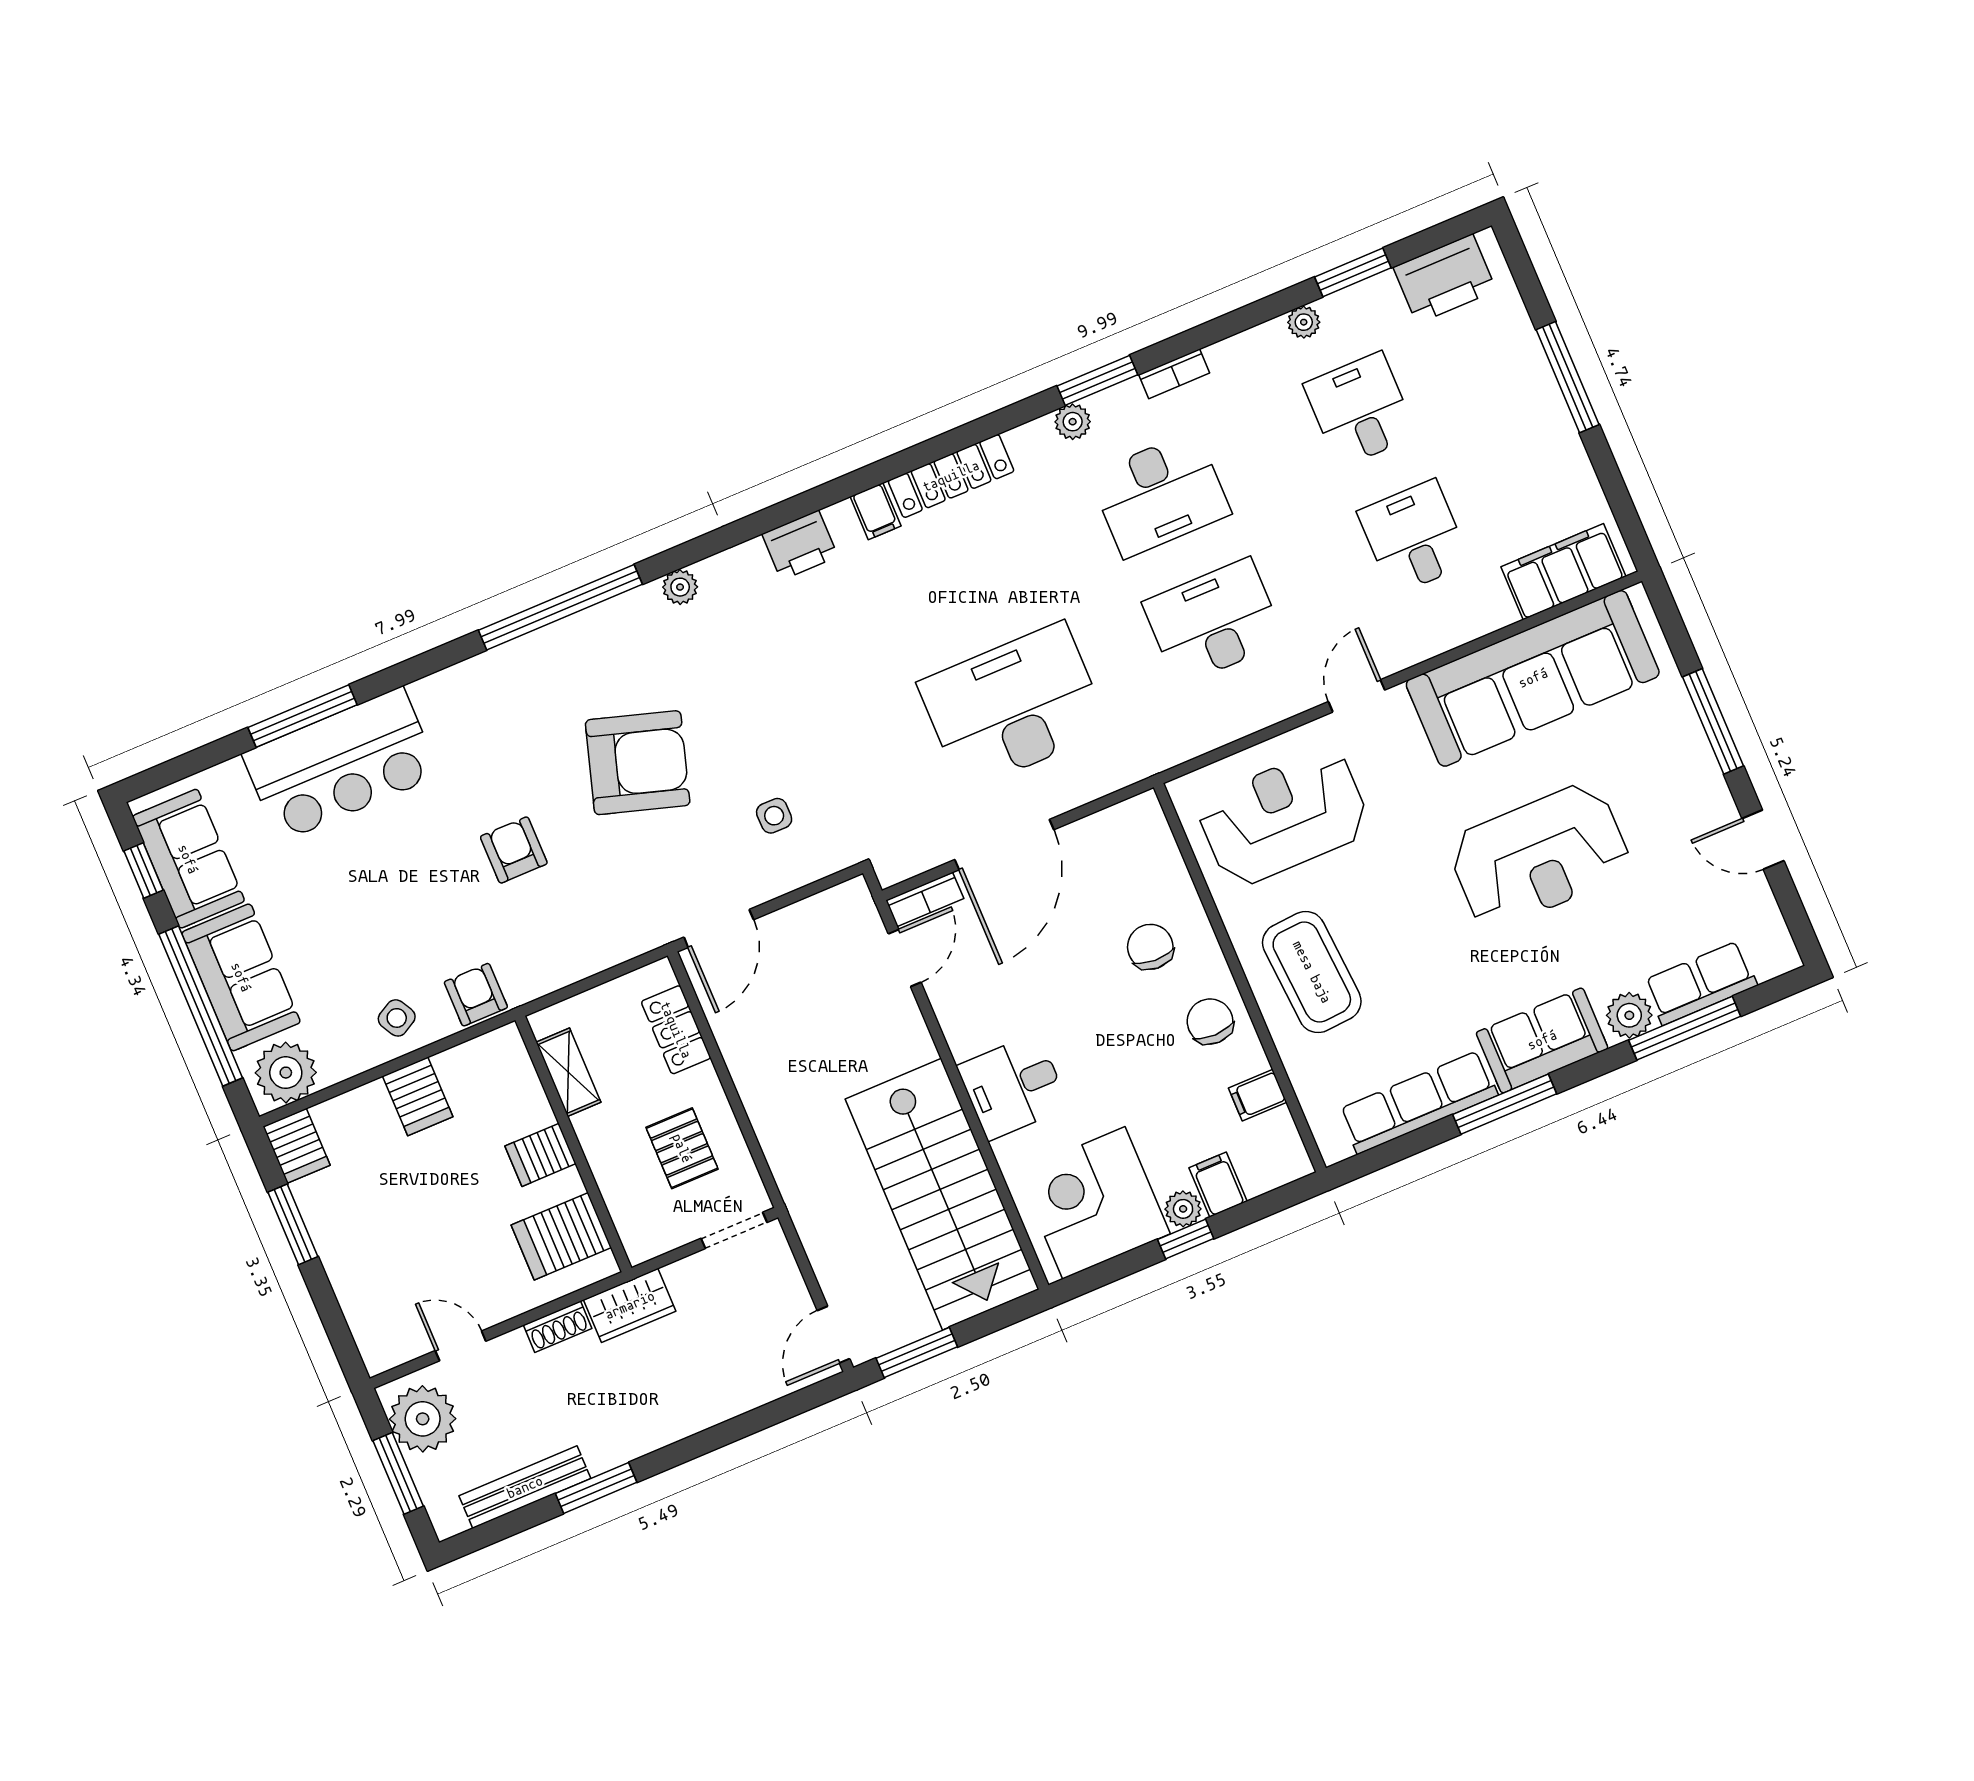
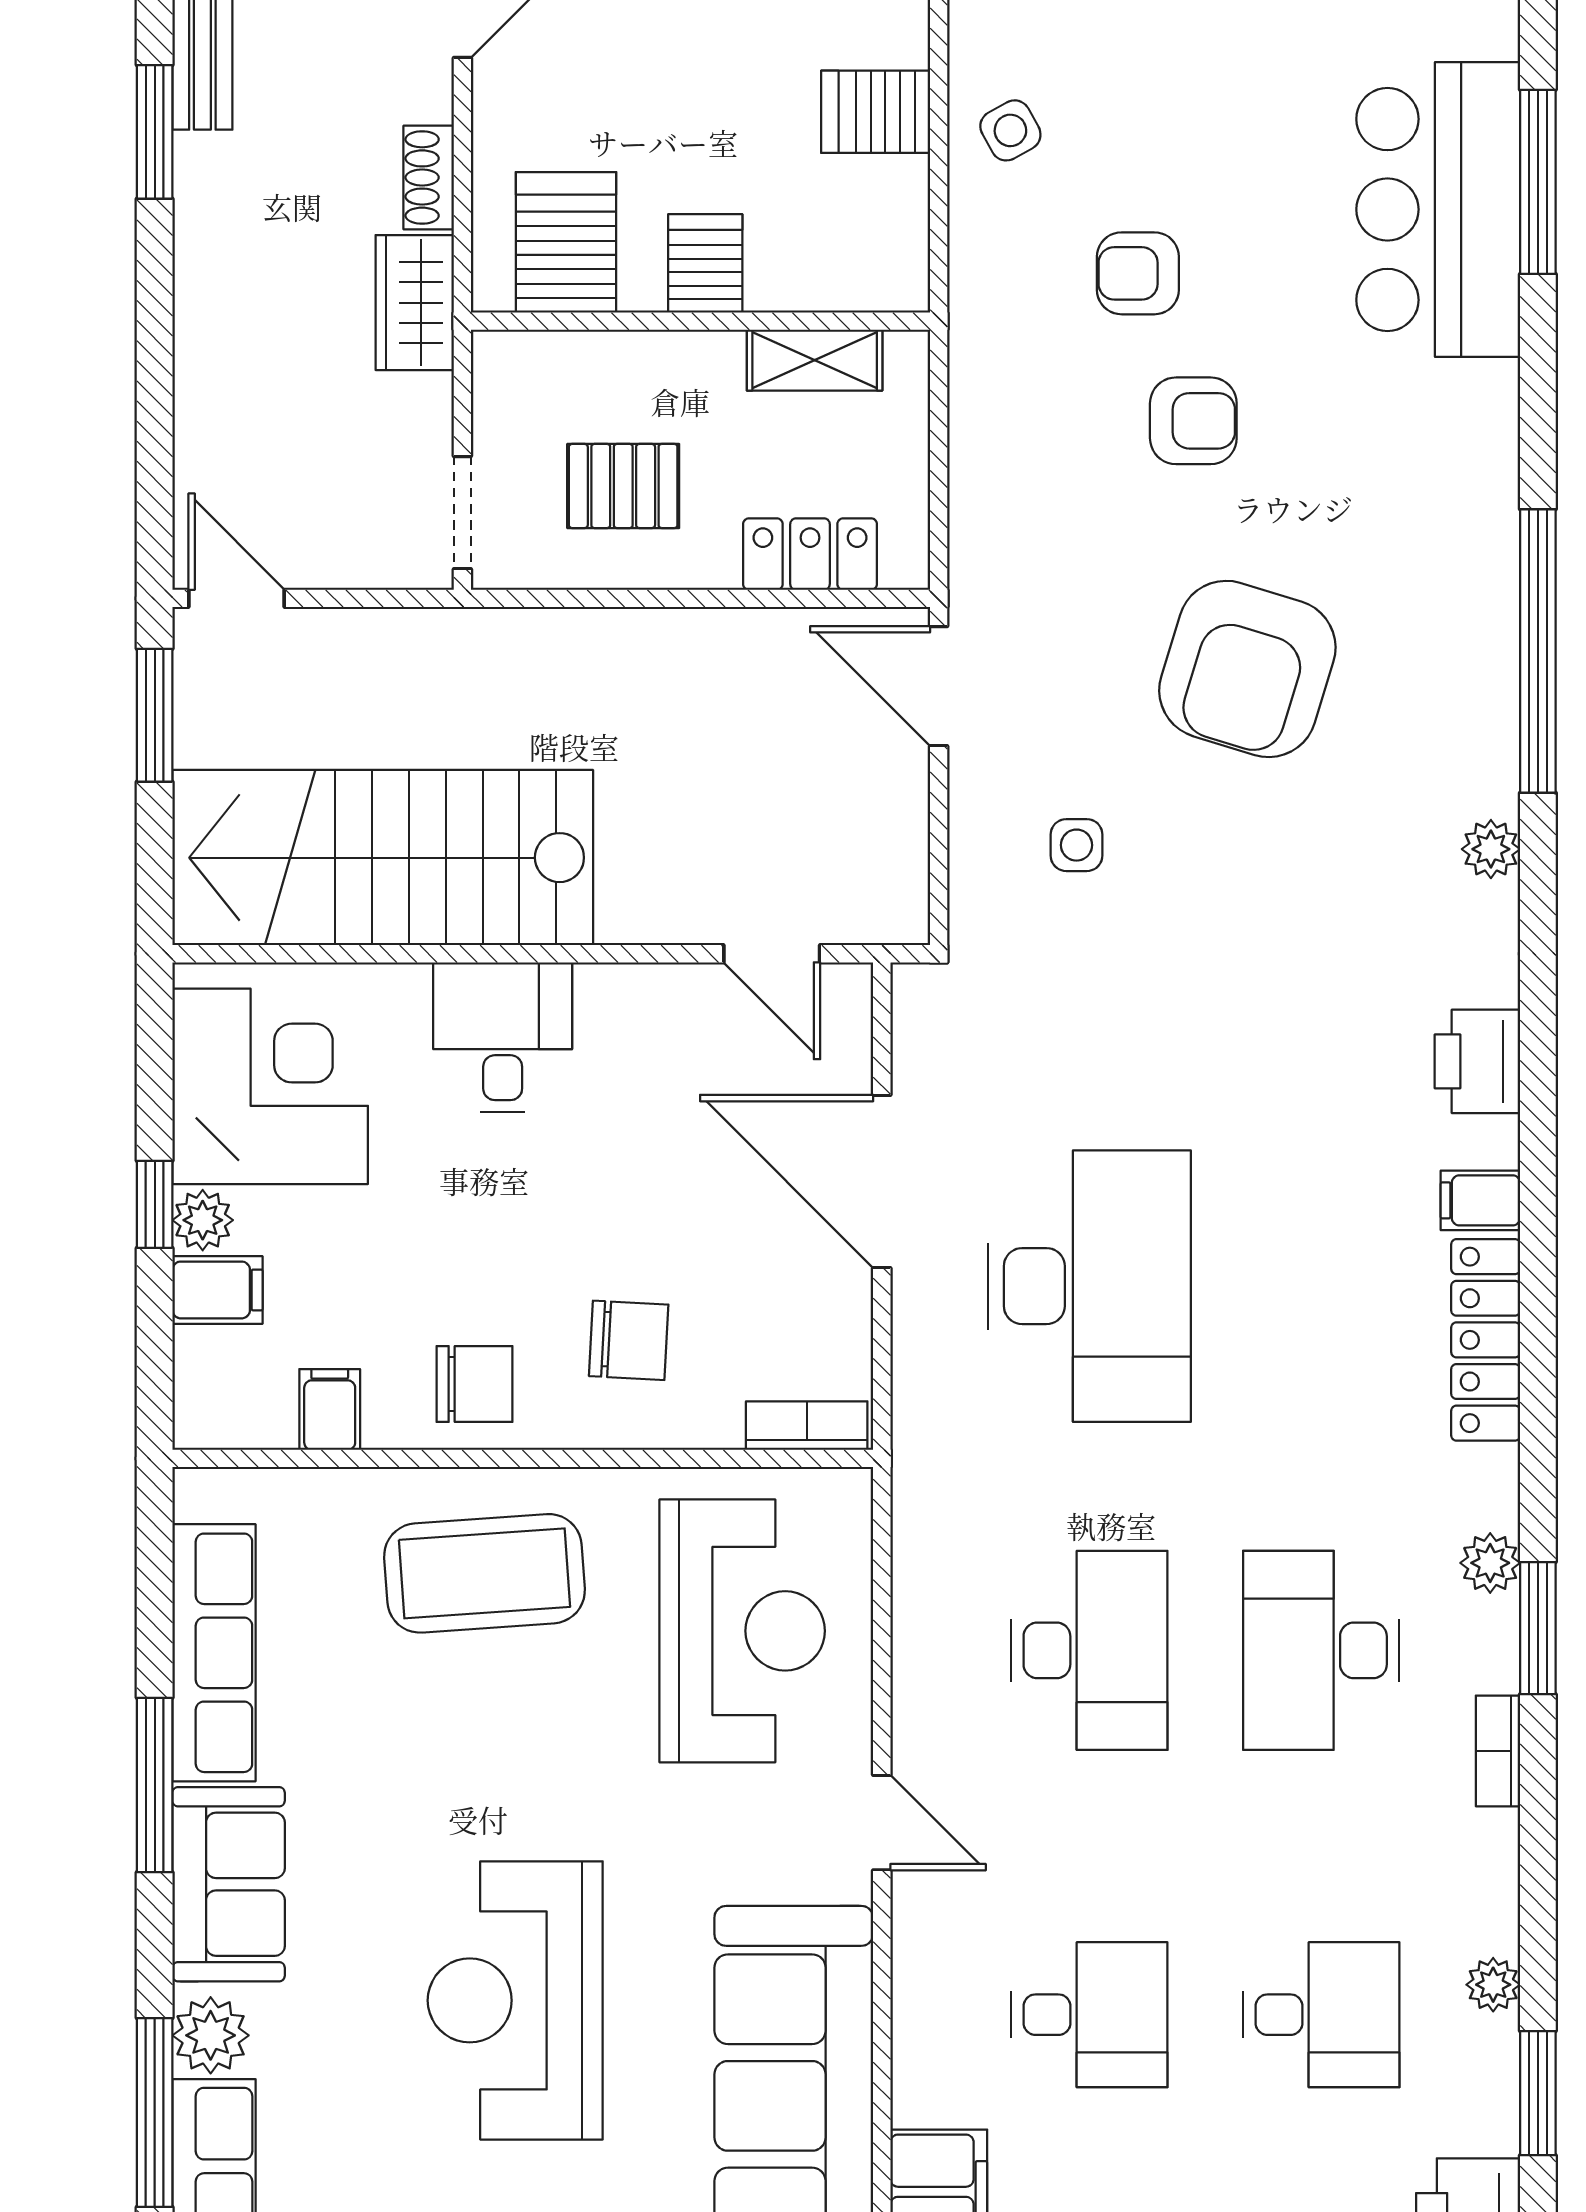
bookcase: (925, 899) -> (807, 1426), moved, turned 90
armchair: (476, 995) -> (1138, 273), moved, turned 180

